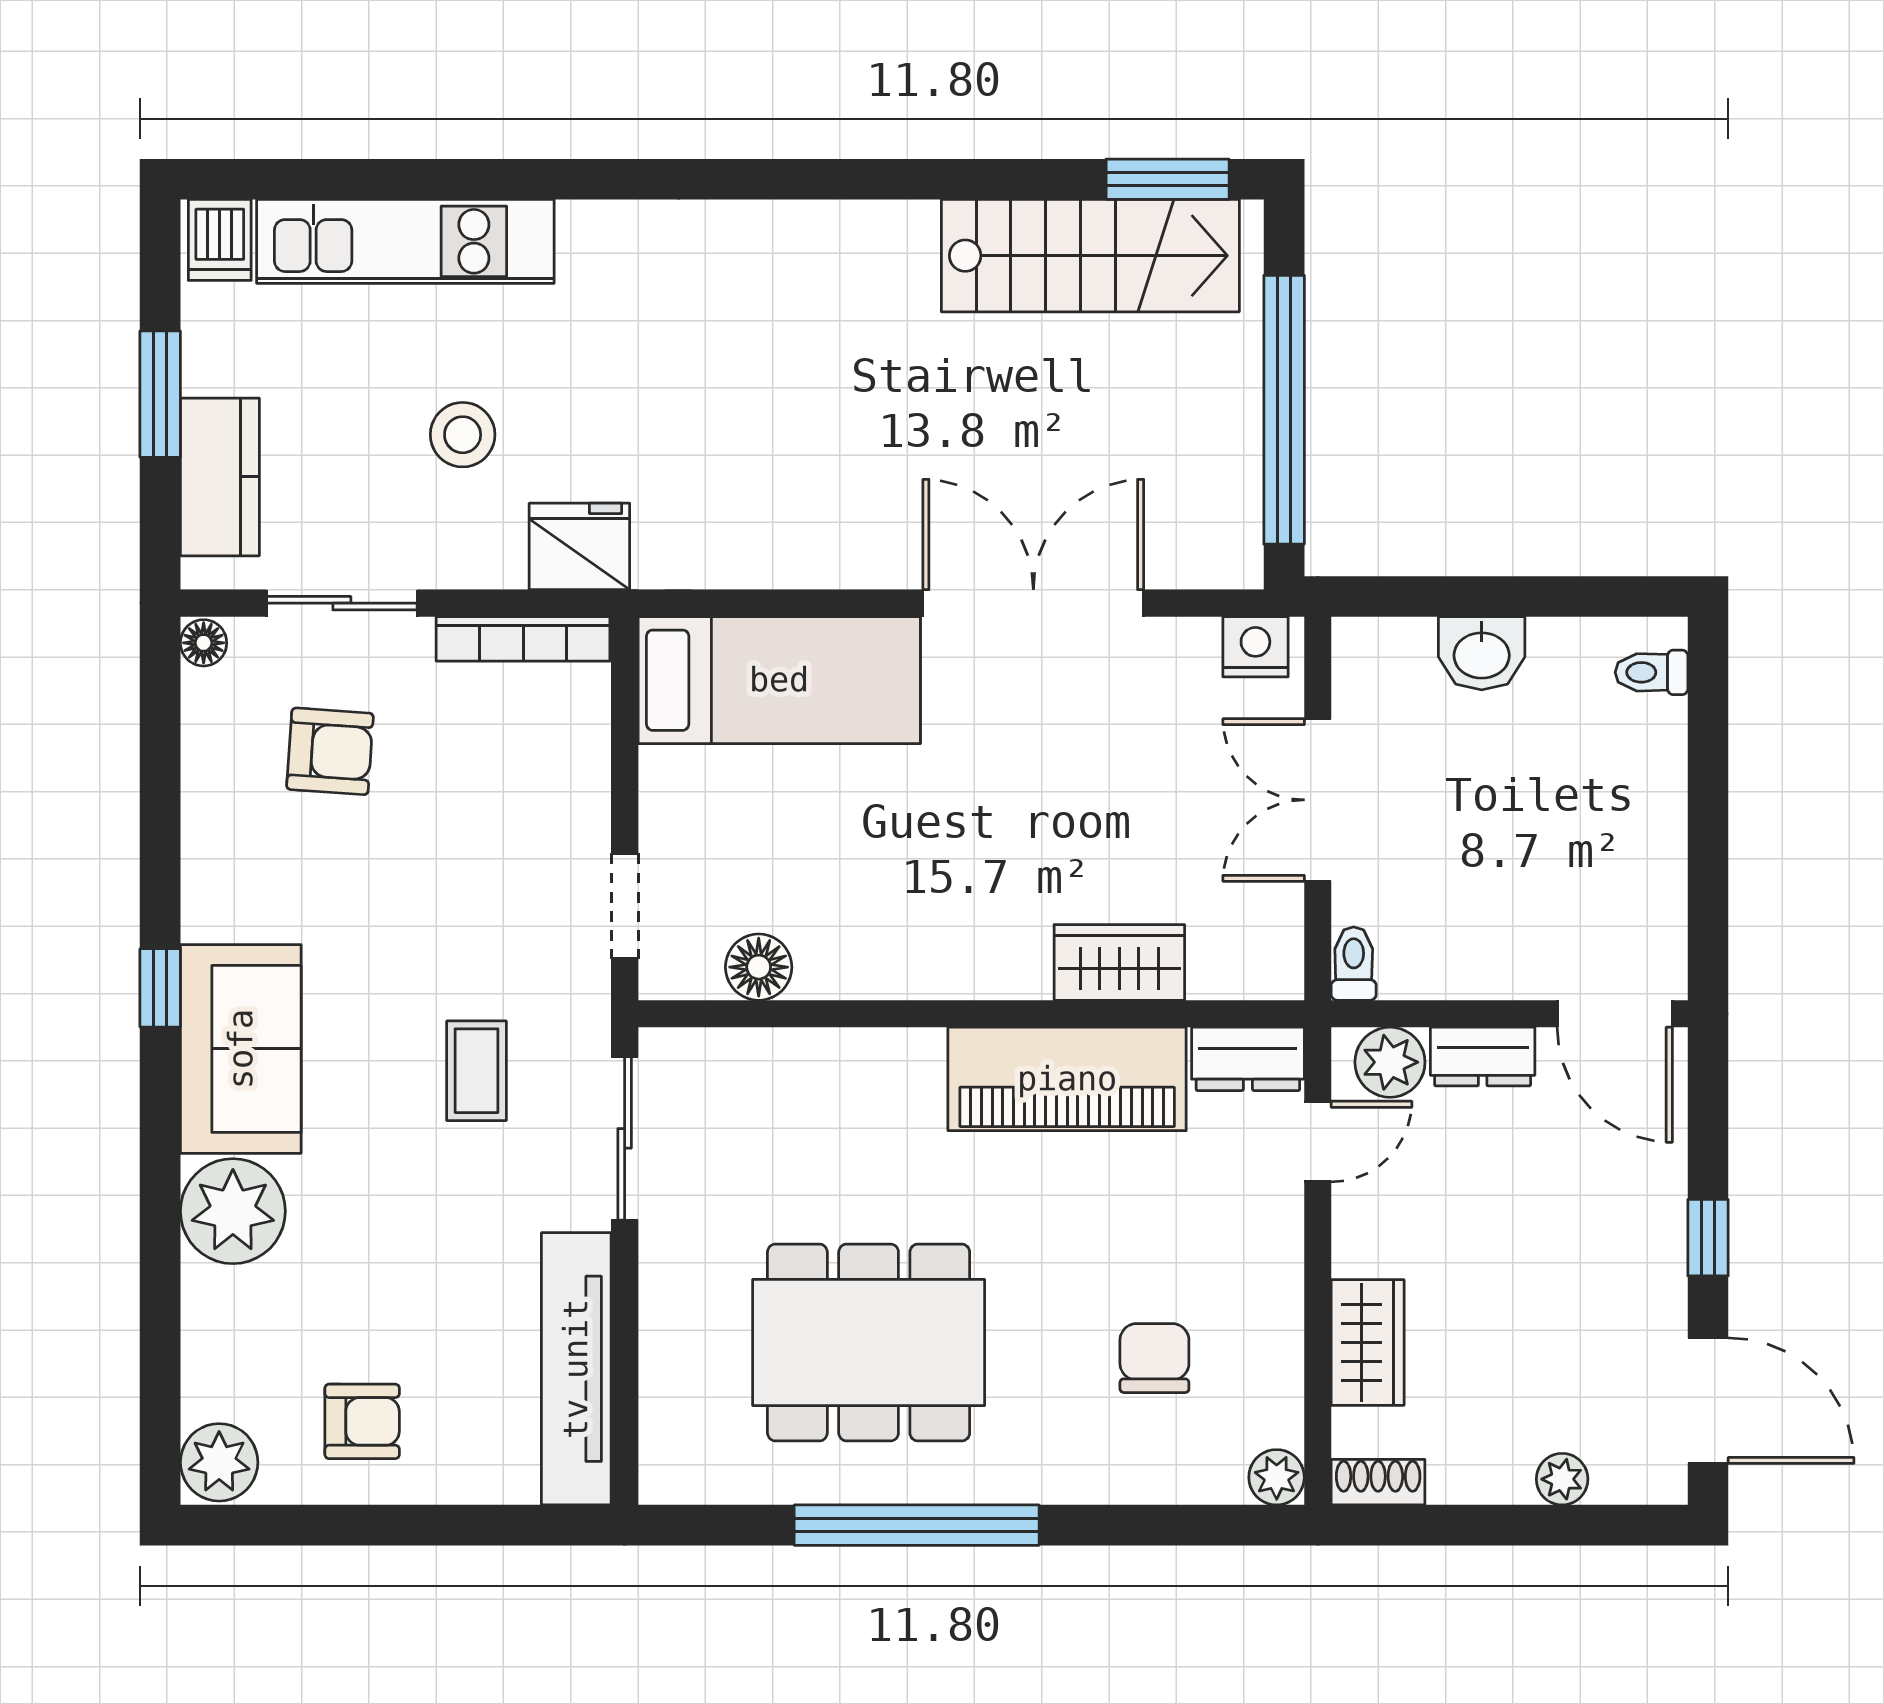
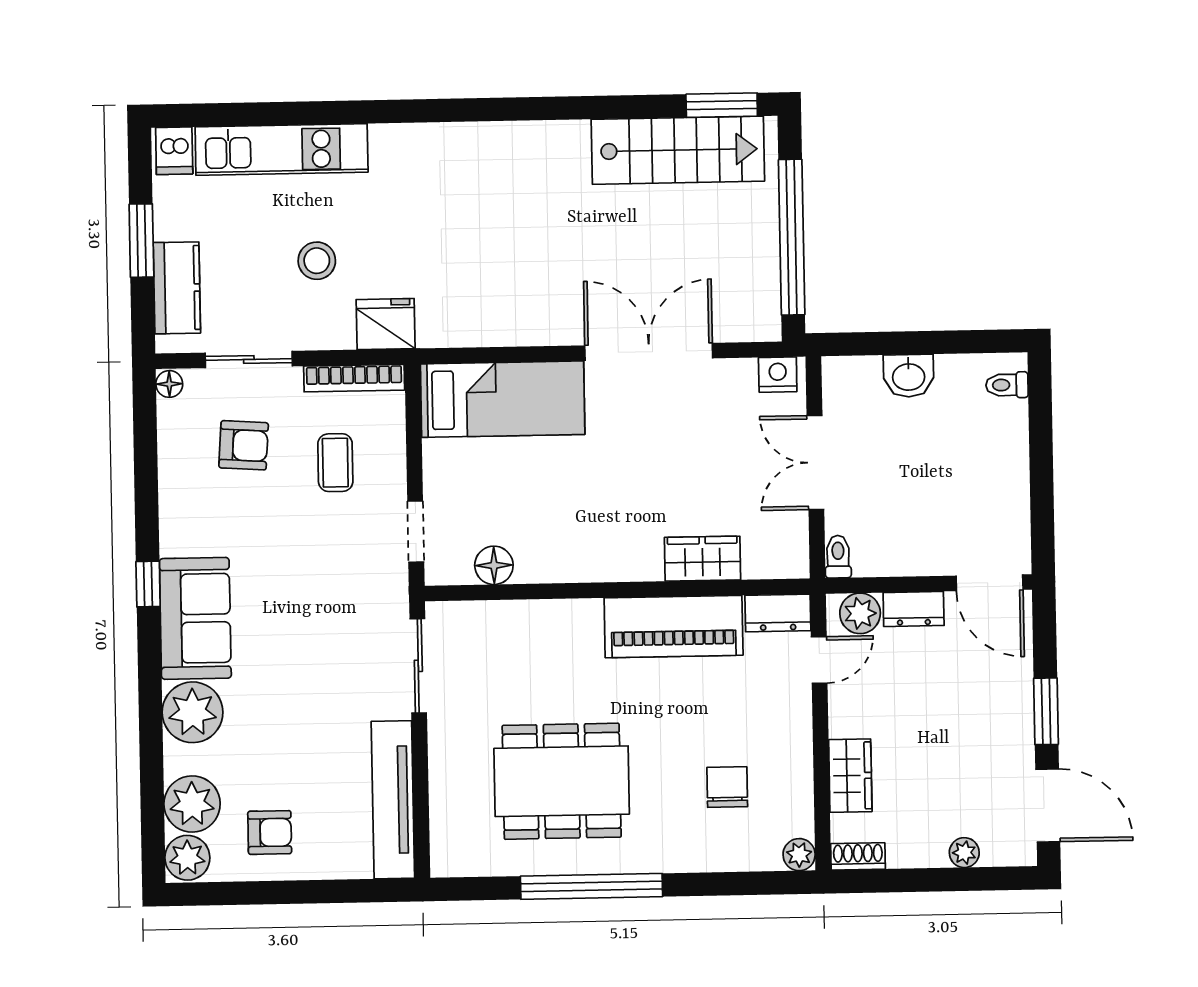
coffee table: (477, 1071) -> (335, 463), moved
window: (1708, 1238) -> (1046, 711), width x1.50
plant: (229, 1370) -> (192, 804), added

